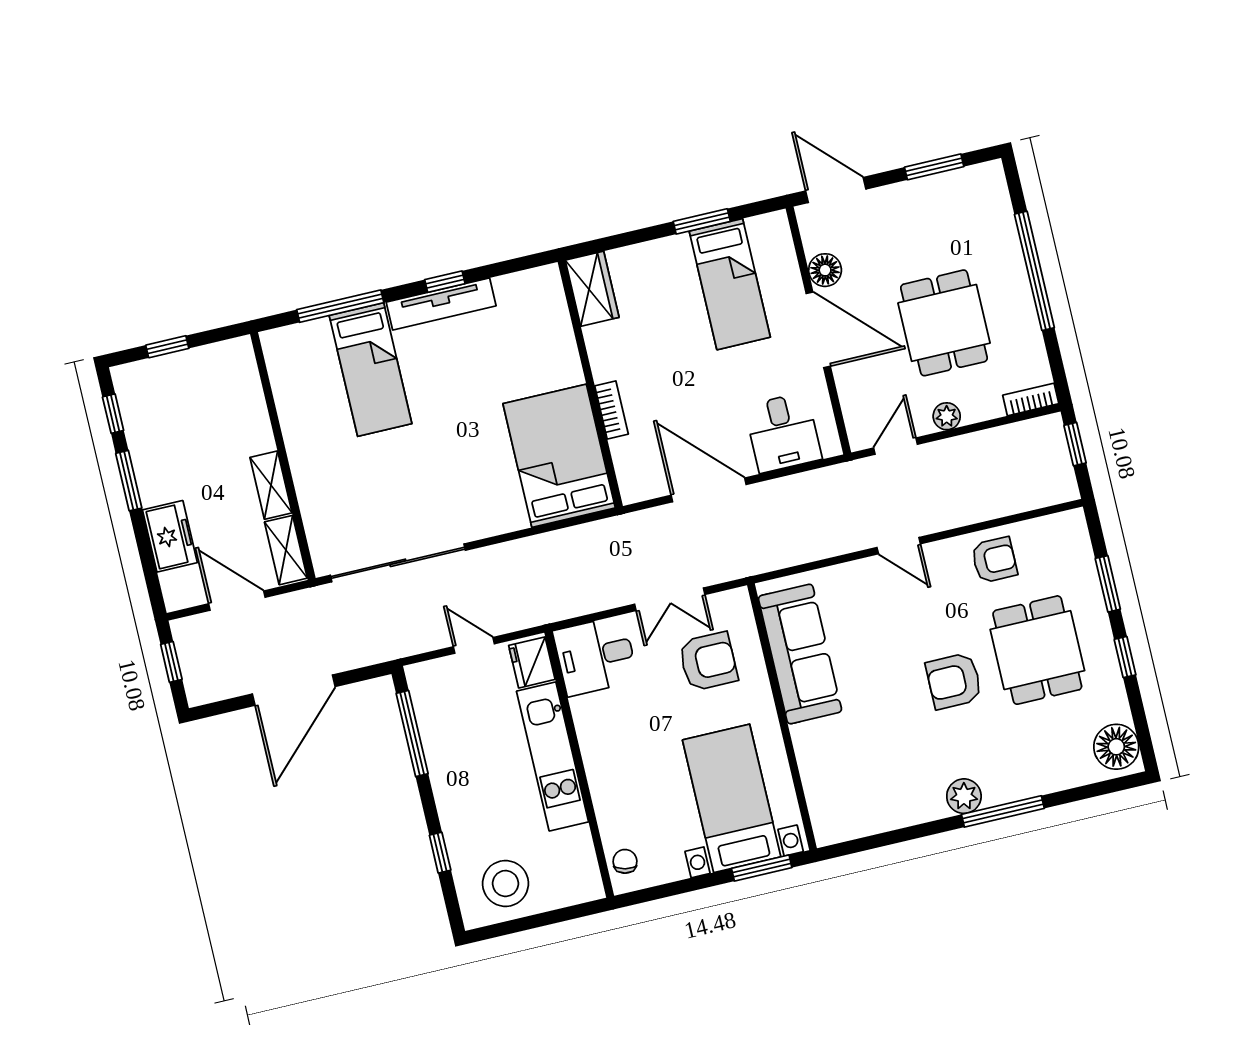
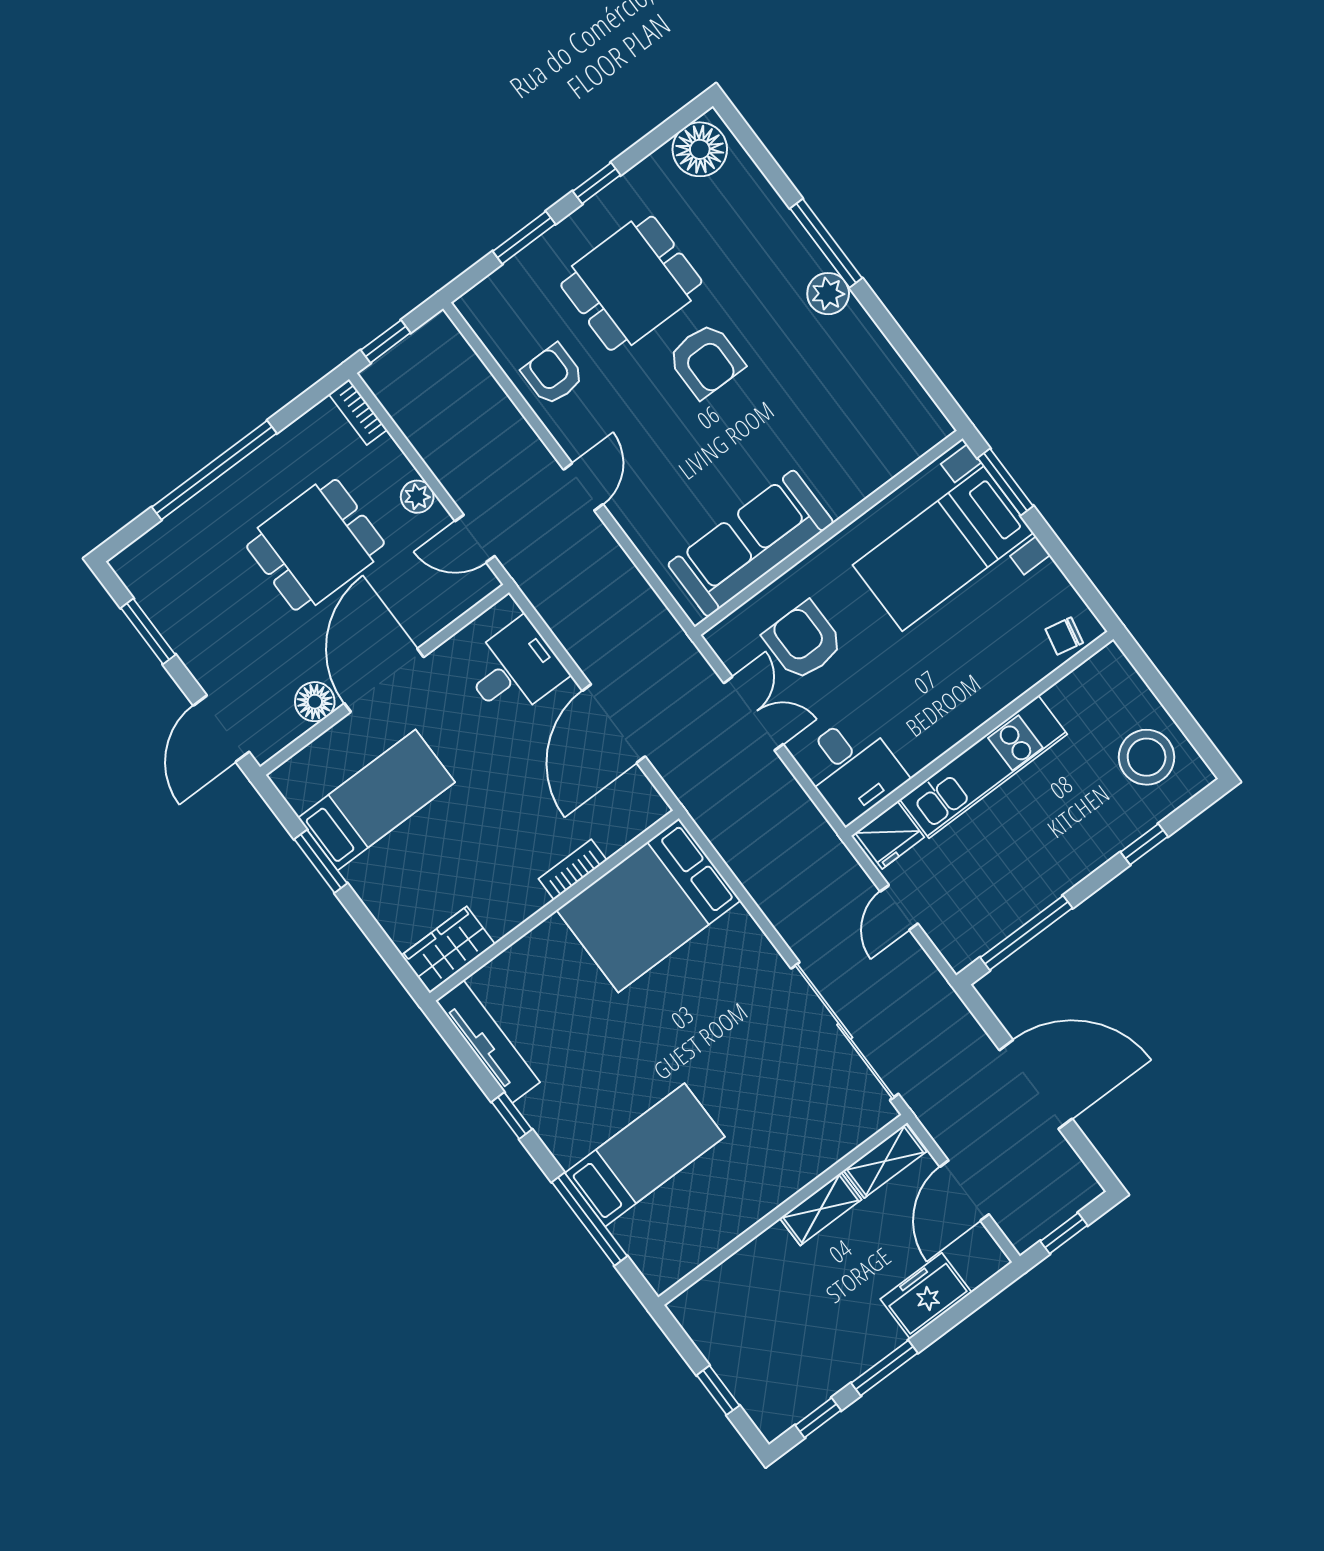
tv unit: (441, 304) -> (488, 1042), moved

